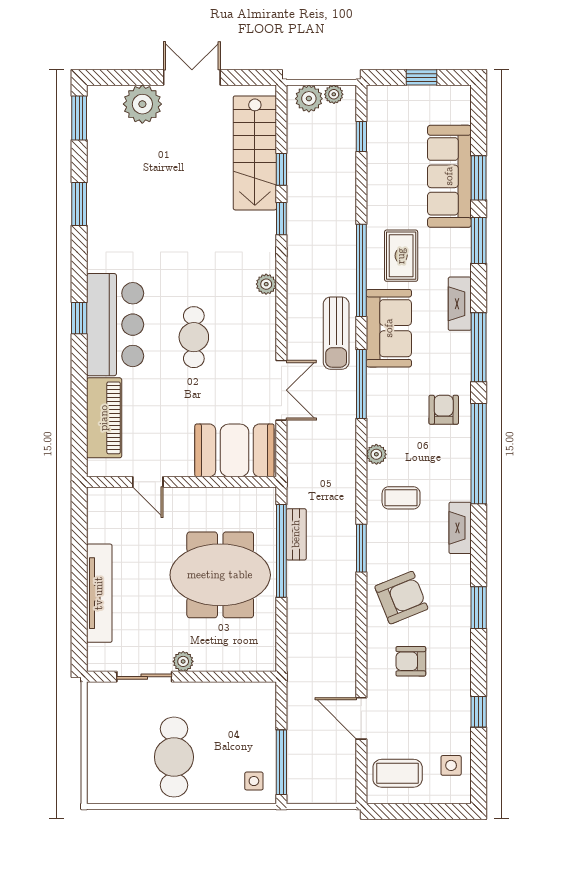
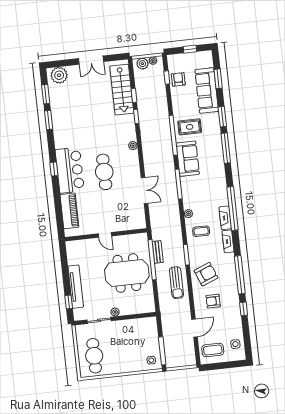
double door: (192, 77) -> (91, 60), swing flipped
plant: (142, 104) -> (59, 75), moved
window: (79, 118) -> (46, 94), moved
window: (479, 178) -> (218, 79), moved
rug: (401, 256) -> (190, 127), turned 90
fireplace: (460, 304) -> (225, 218), moved
sun lounger: (336, 333) -> (176, 283), moved
cafe table: (194, 337) -> (104, 172), width x1.37, depth x1.35
window: (479, 347) -> (226, 148), moved
armchair: (444, 410) -> (178, 79), moved
booth: (234, 450) -> (127, 219), removed
door: (148, 482) -> (105, 235), moved
window: (479, 608) -> (240, 275), width x2.11
window: (79, 627) -> (69, 302), added
window: (479, 712) -> (244, 309), moved
door: (361, 718) -> (194, 328), swing flipped
cafe table: (174, 757) -> (94, 356), moved

